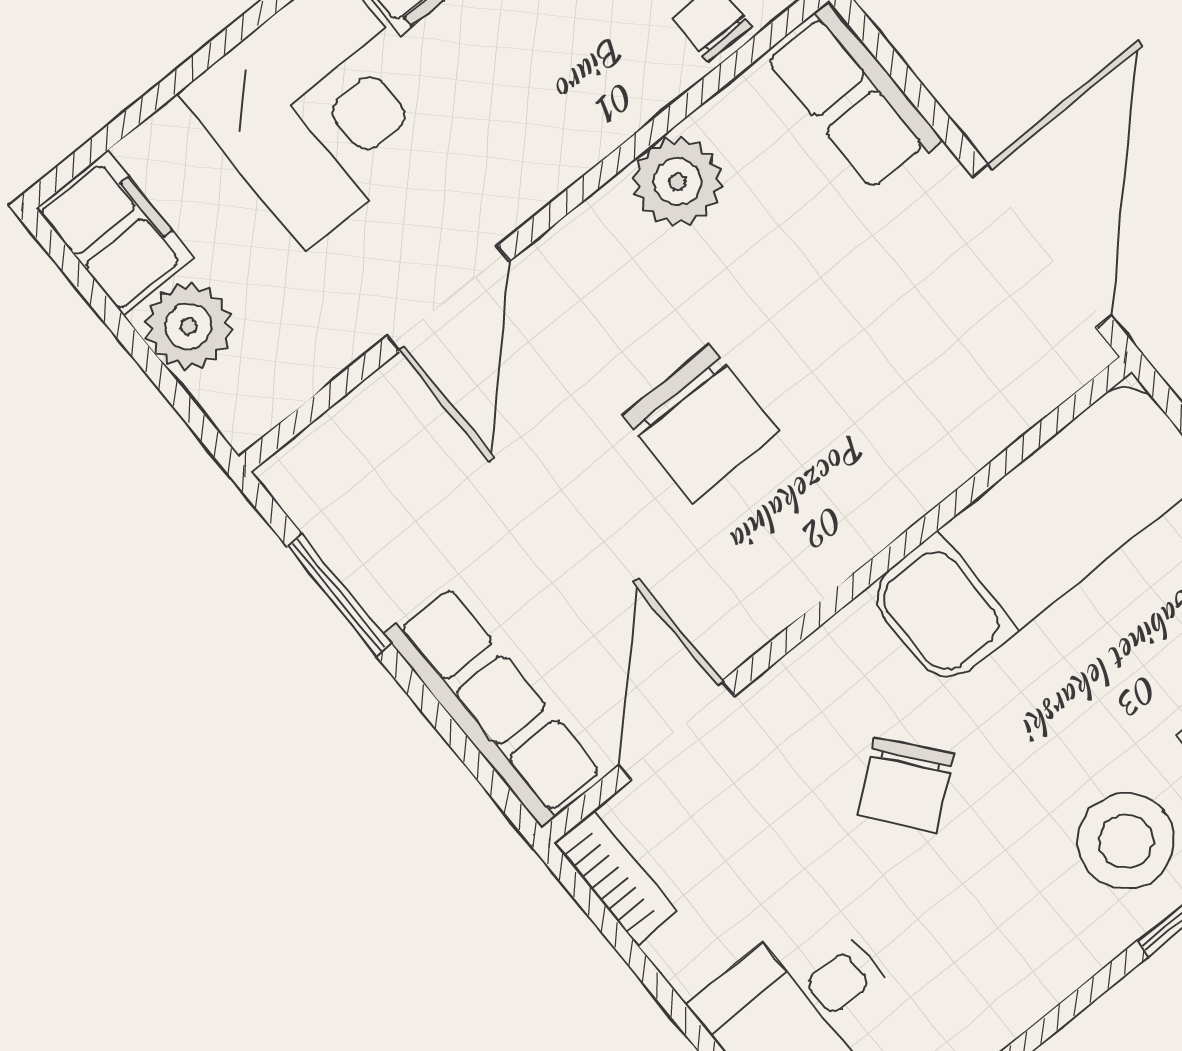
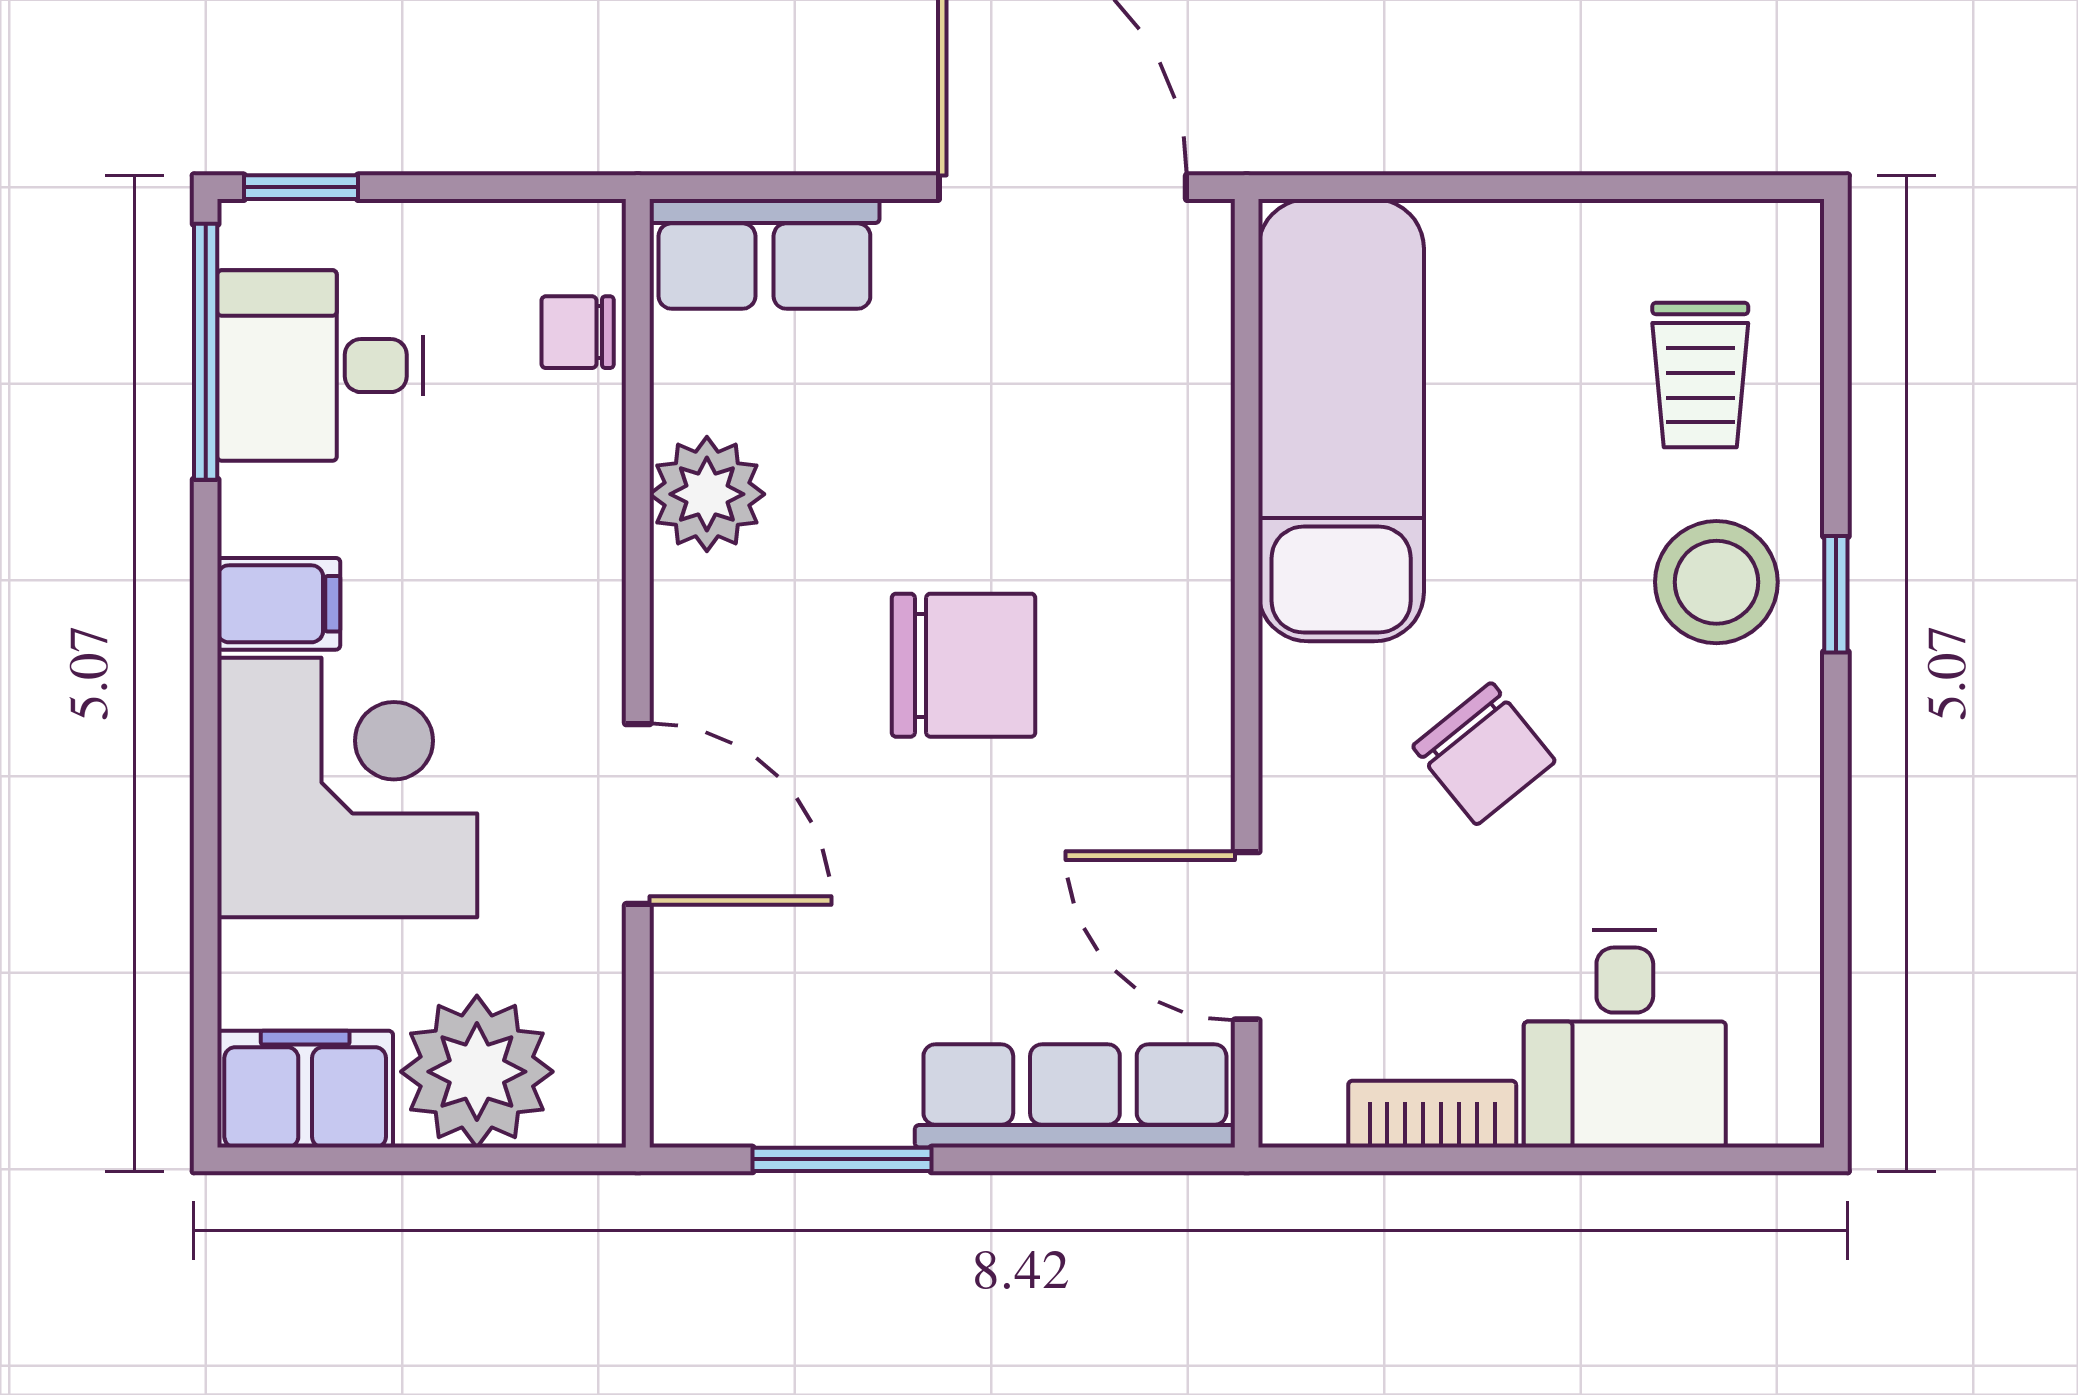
plant: (189, 326) -> (477, 1072), width x1.36, depth x1.36
bookcase: (616, 877) -> (1432, 1114), moved

